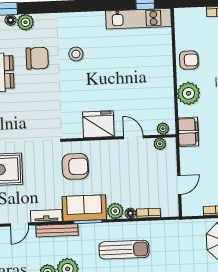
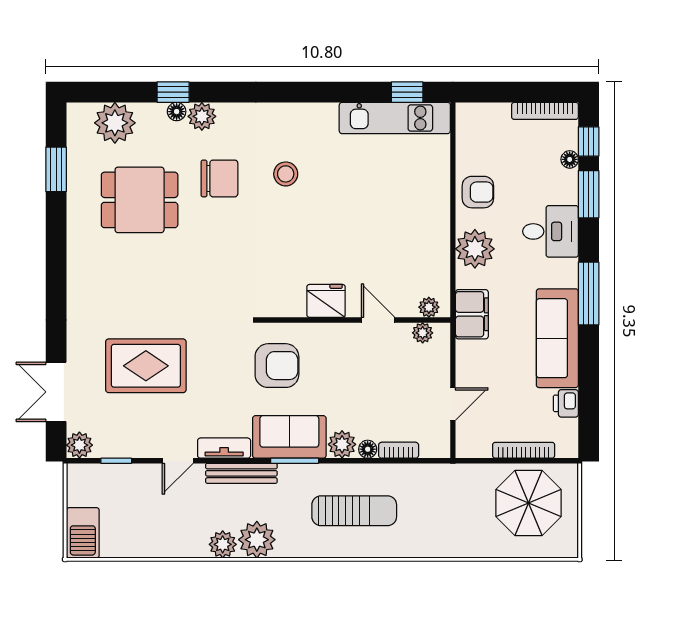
fridge: (98, 124) -> (326, 301), width x0.73, depth x0.75

